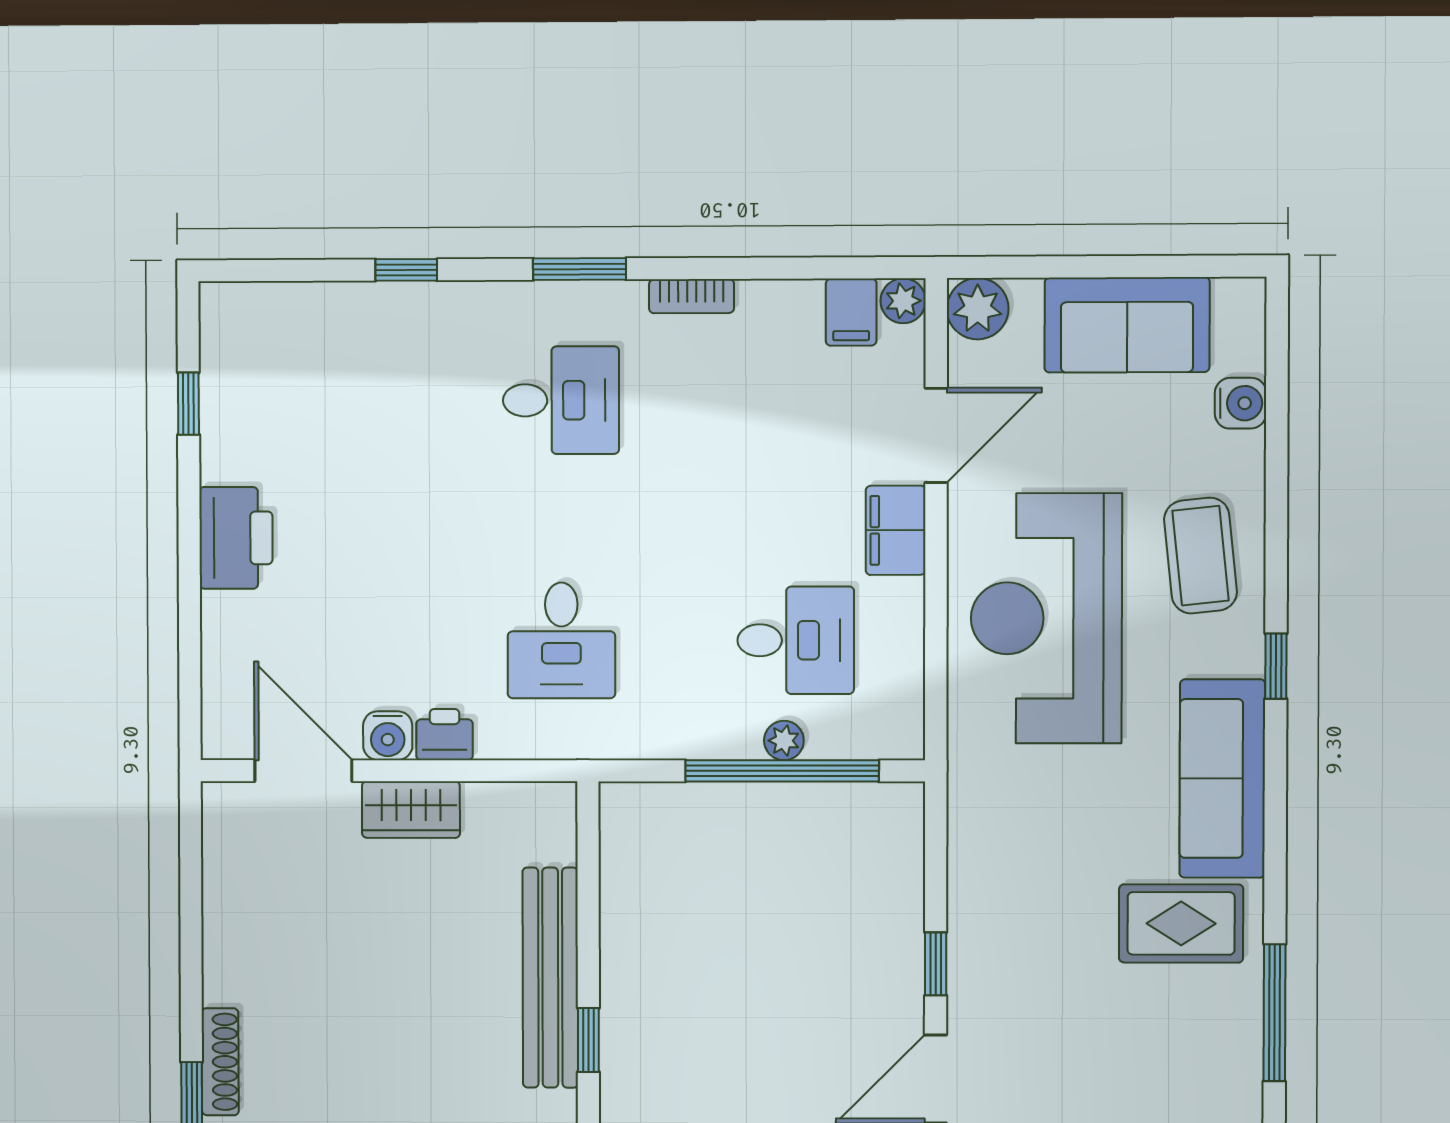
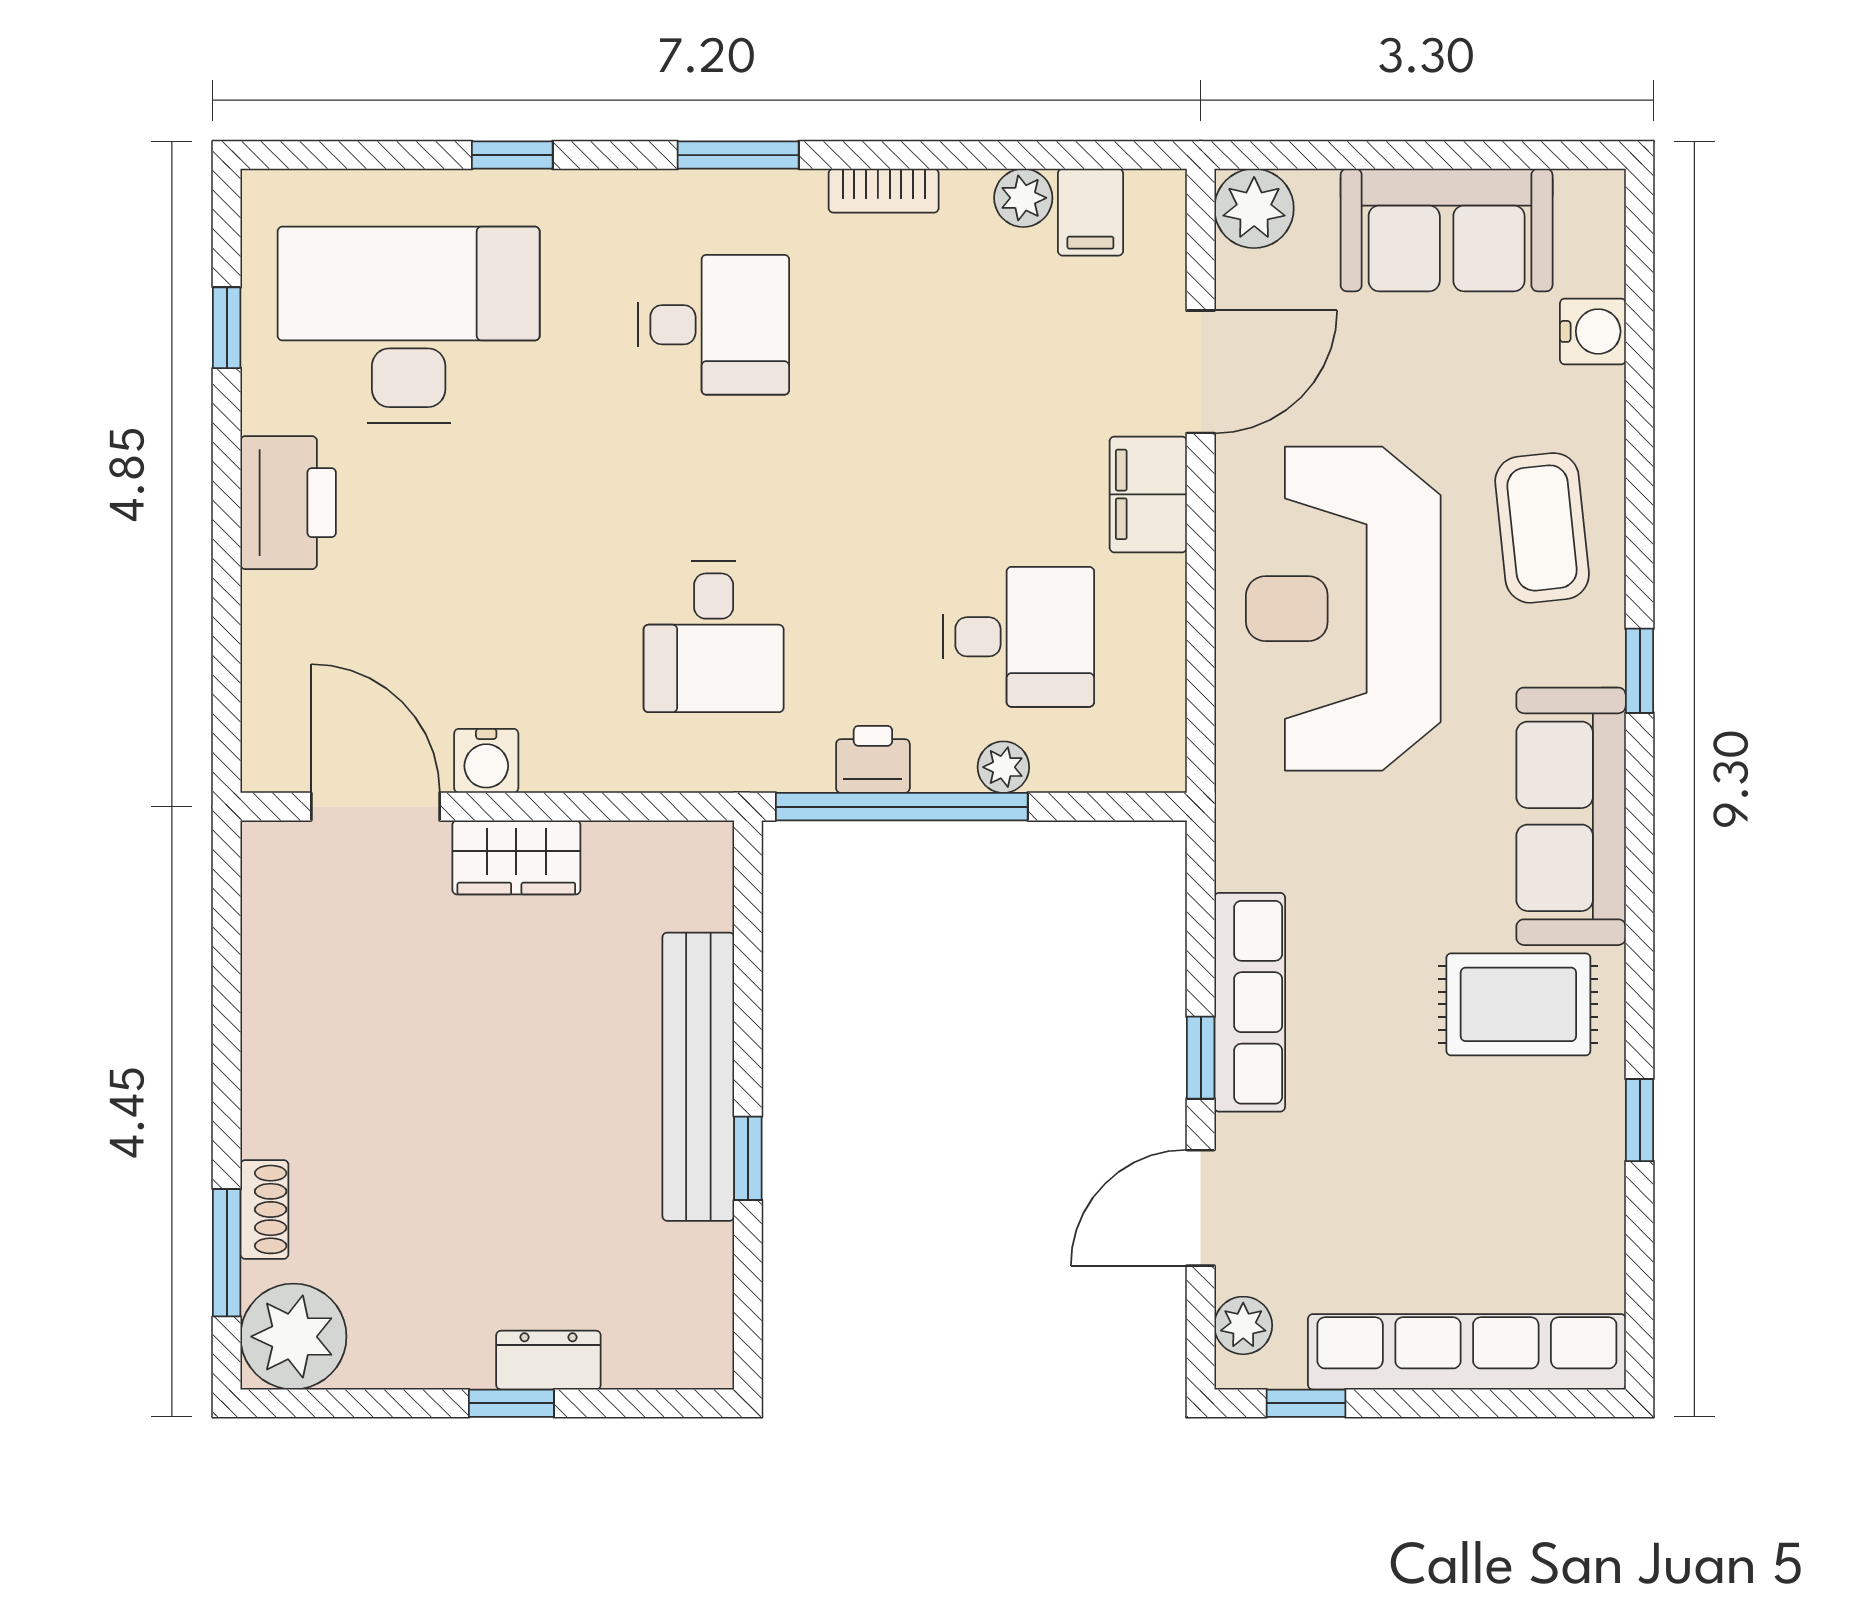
plant: (903, 301) -> (1023, 198), moved
desk: (327, 401) -> (409, 325), added
printer: (445, 735) -> (873, 759), moved
window: (782, 771) -> (902, 807), moved
row of seats: (973, 921) -> (1250, 1002), added
window: (1275, 1013) -> (1640, 1120), width x0.46
shoe rack: (220, 1062) -> (264, 1209), width x0.70

